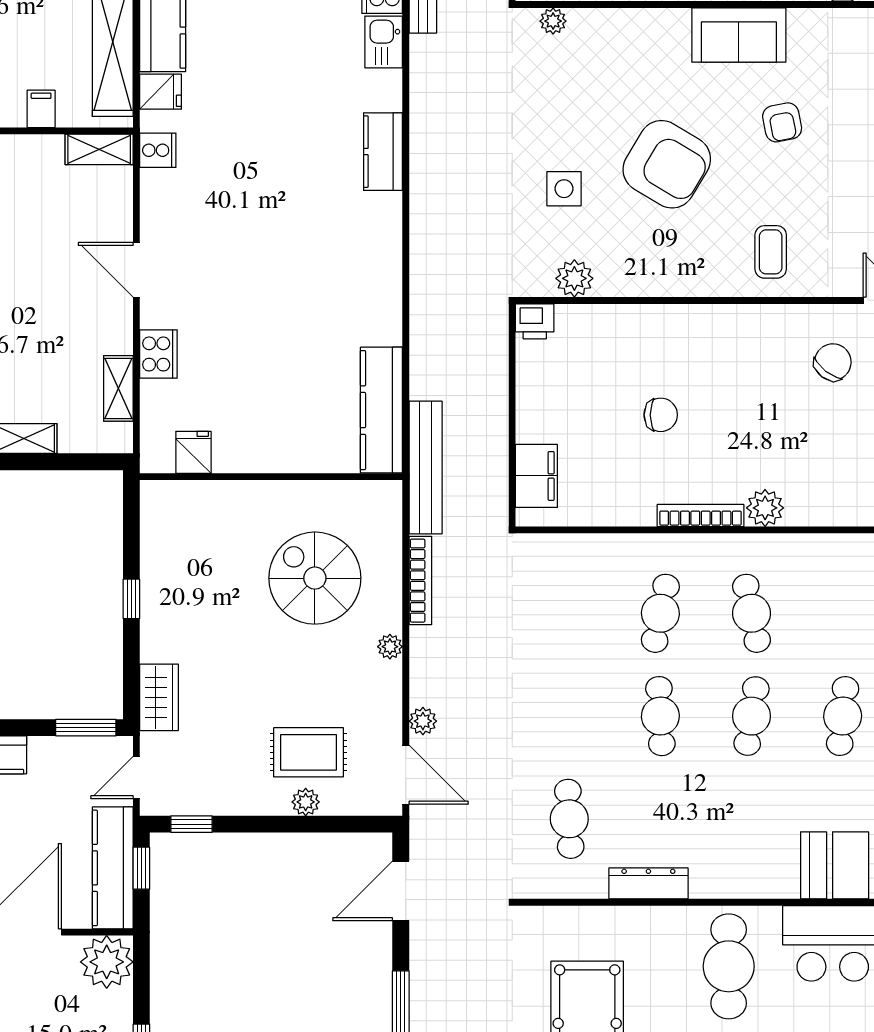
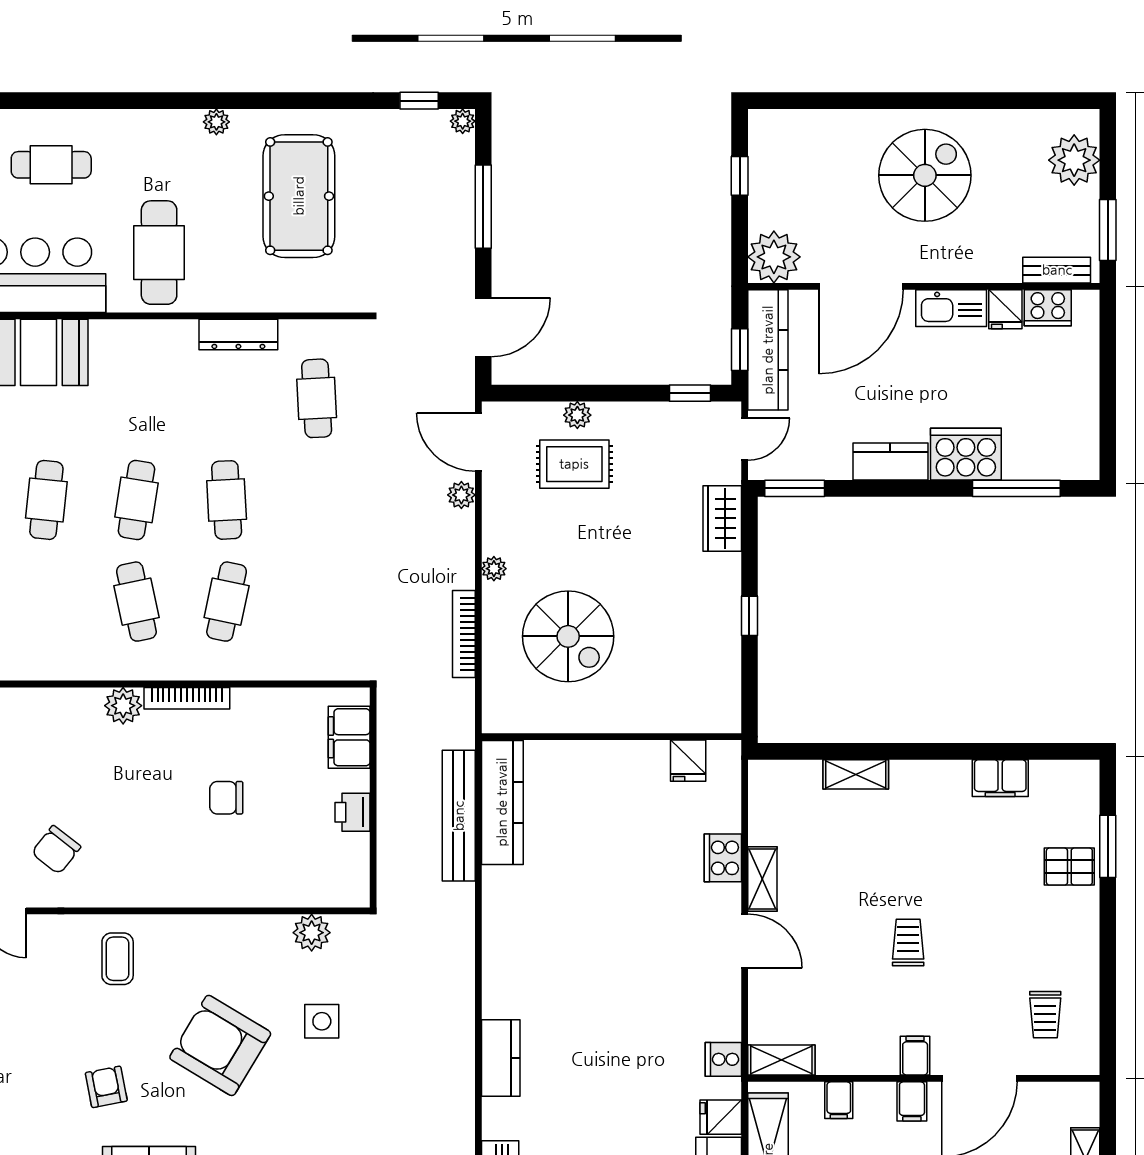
printer: (535, 321) -> (353, 812), moved, turned -90
shelving: (118, 388) -> (762, 879), moved
bench: (426, 467) -> (459, 816), moved

